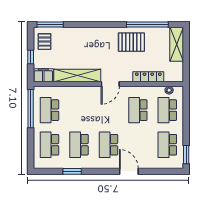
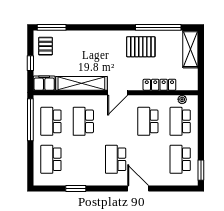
school desk: (79, 145) -> (83, 121), moved

